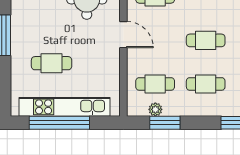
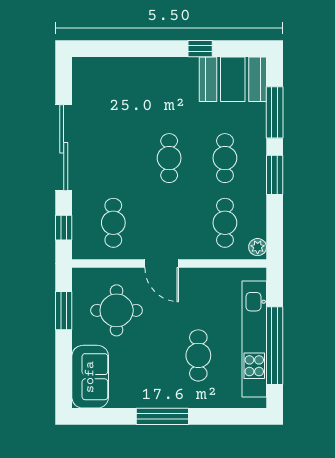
door: (123, 35) -> (162, 263), swing flipped
plant: (155, 109) -> (258, 247), moved
window: (165, 123) -> (275, 175), moved

